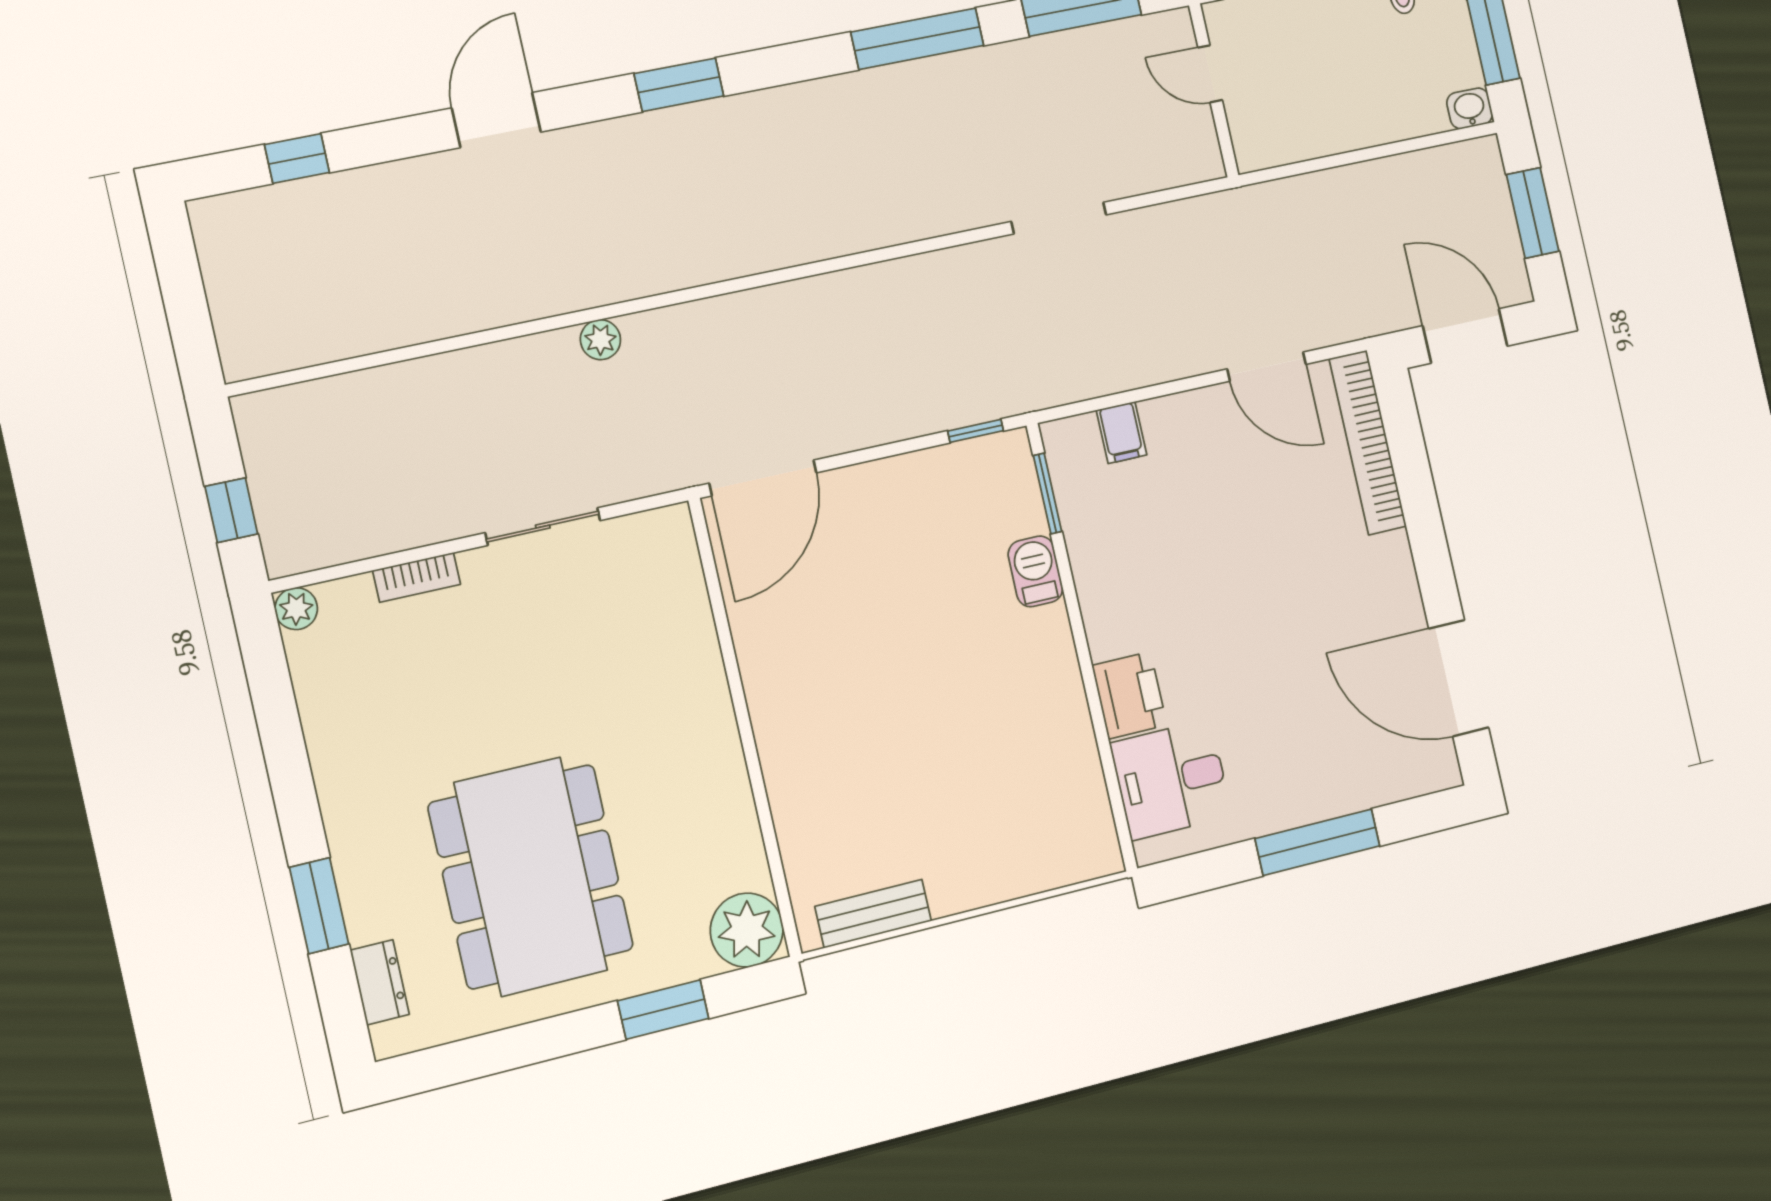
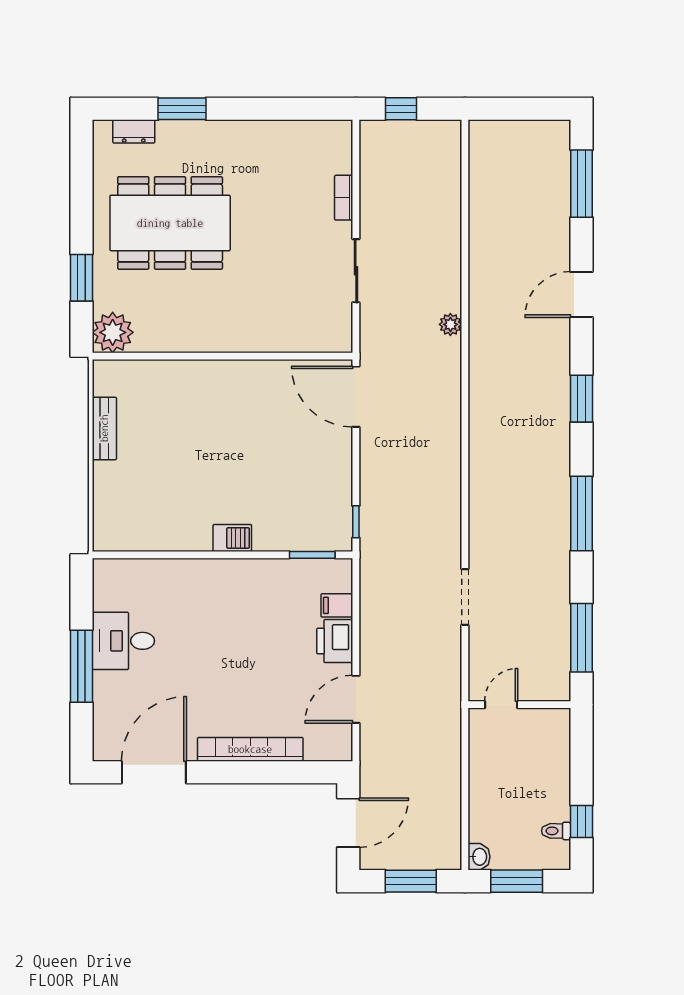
window: (917, 39) -> (581, 513), moved
door: (1210, 74) -> (501, 705), moved
door: (496, 120) -> (581, 295), swing flipped
window: (297, 159) -> (581, 184), width x2.17
bookcase: (1368, 442) -> (250, 749), moved
barbecue: (1035, 571) -> (232, 538), moved
plant: (296, 609) -> (341, 131), removed
printer: (1129, 695) -> (335, 641), moved, turned 90
desk: (1171, 780) -> (123, 641), moved, turned -90
bench: (873, 914) -> (104, 428), moved

